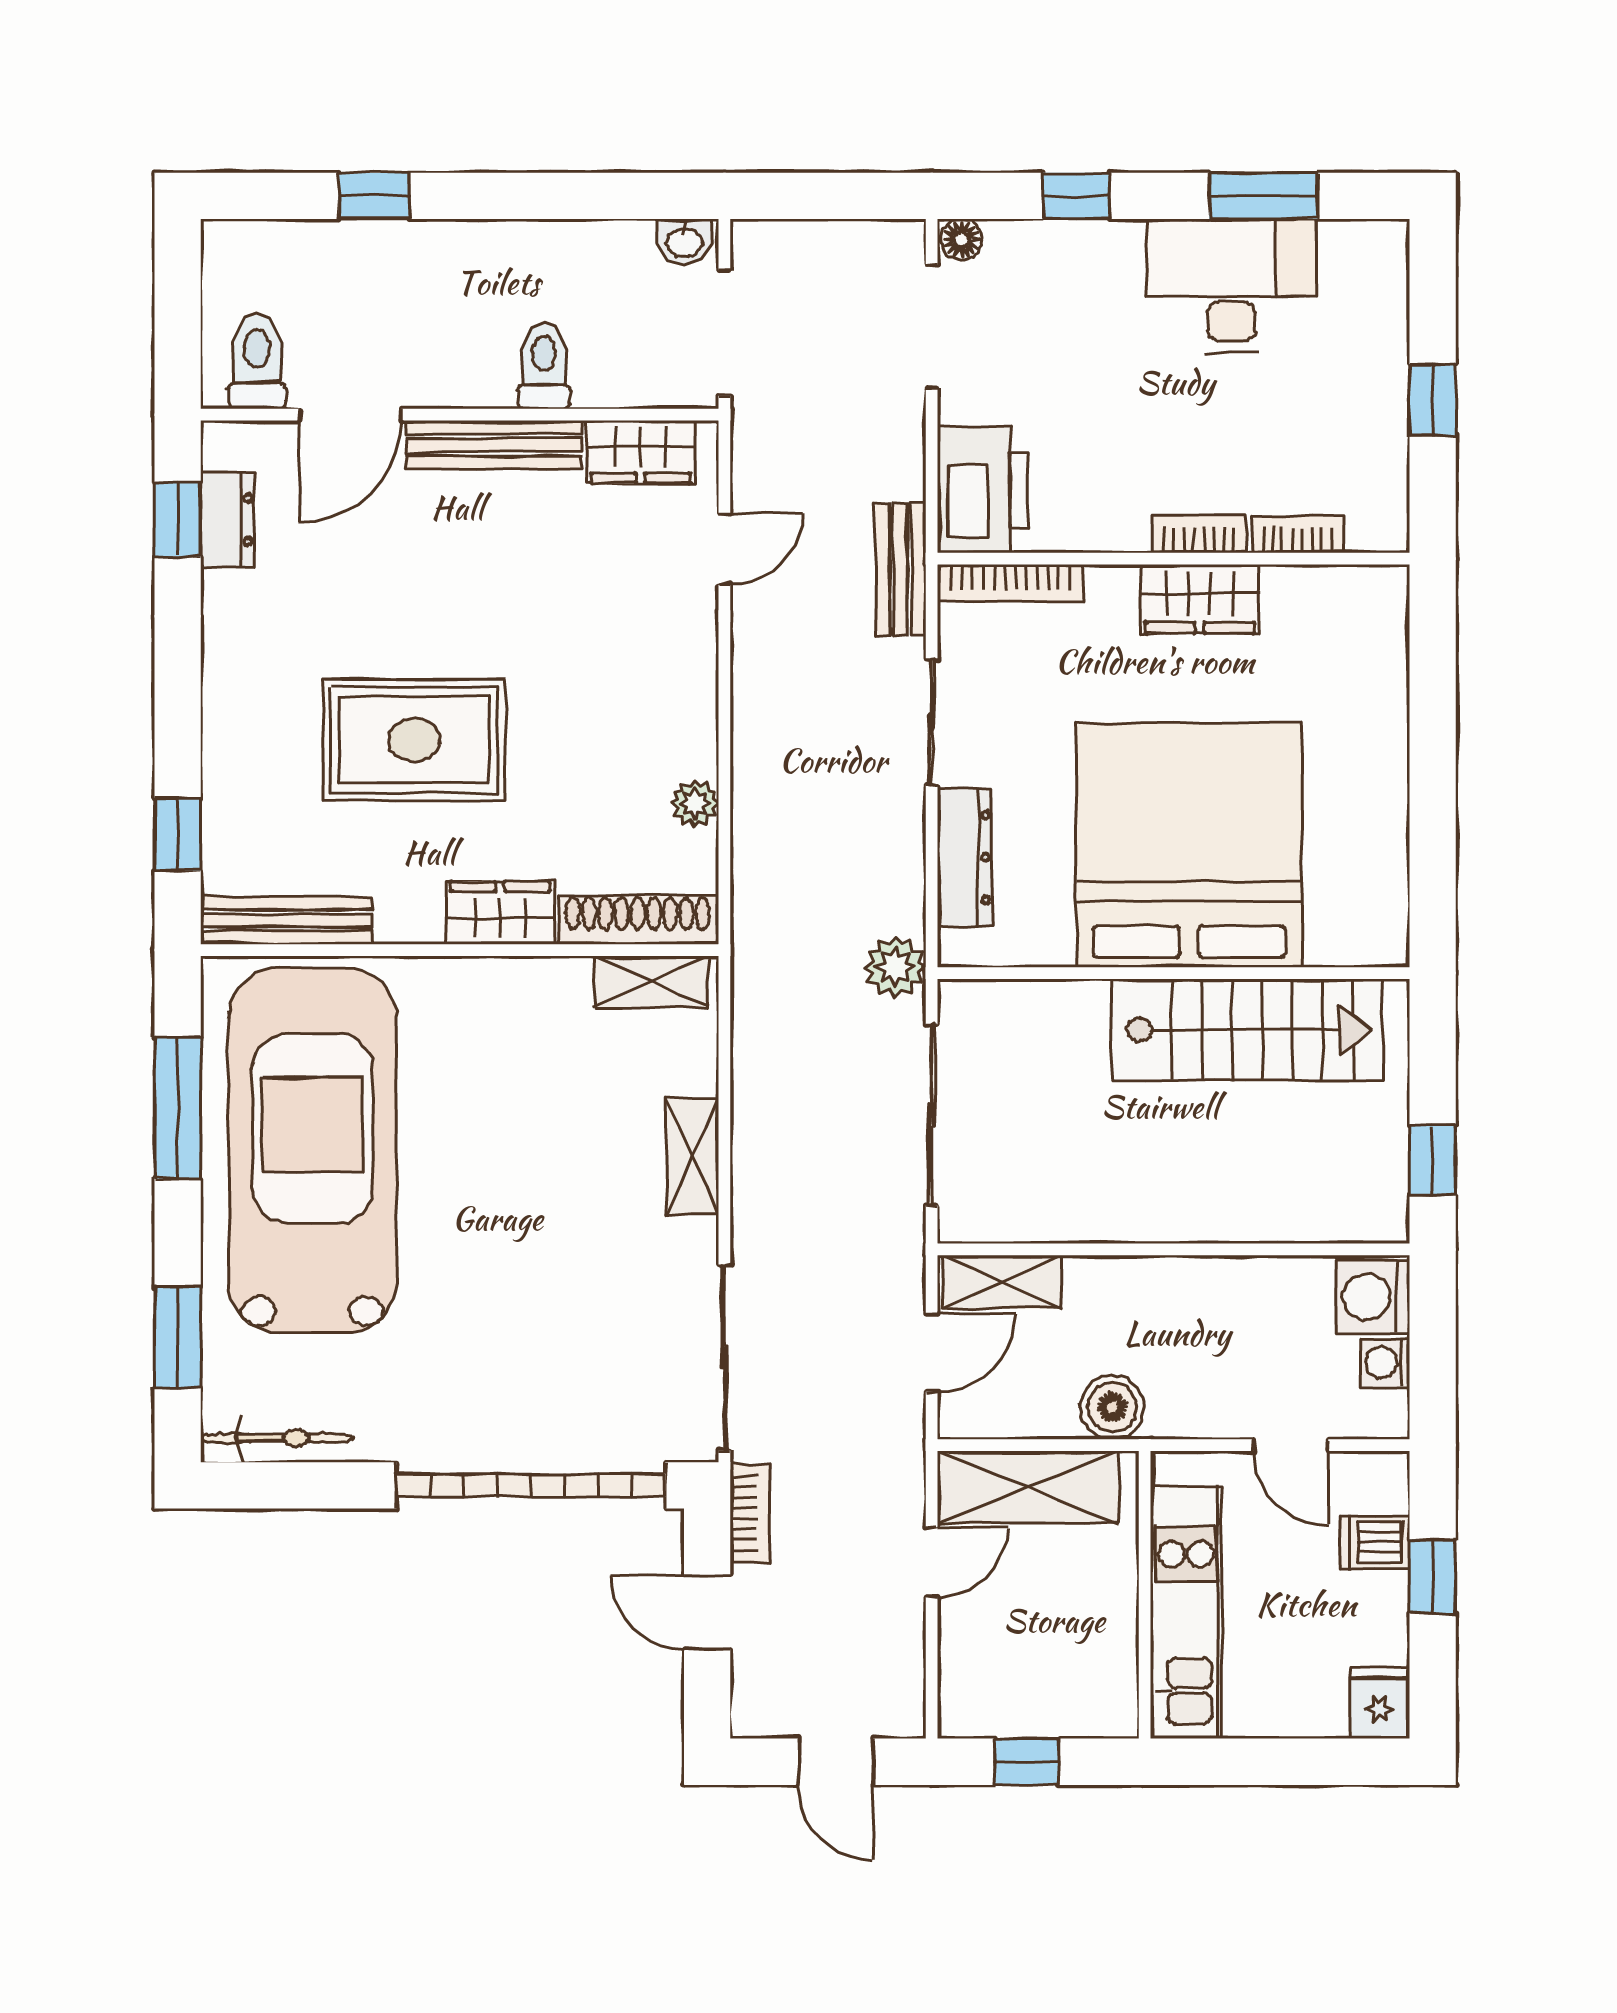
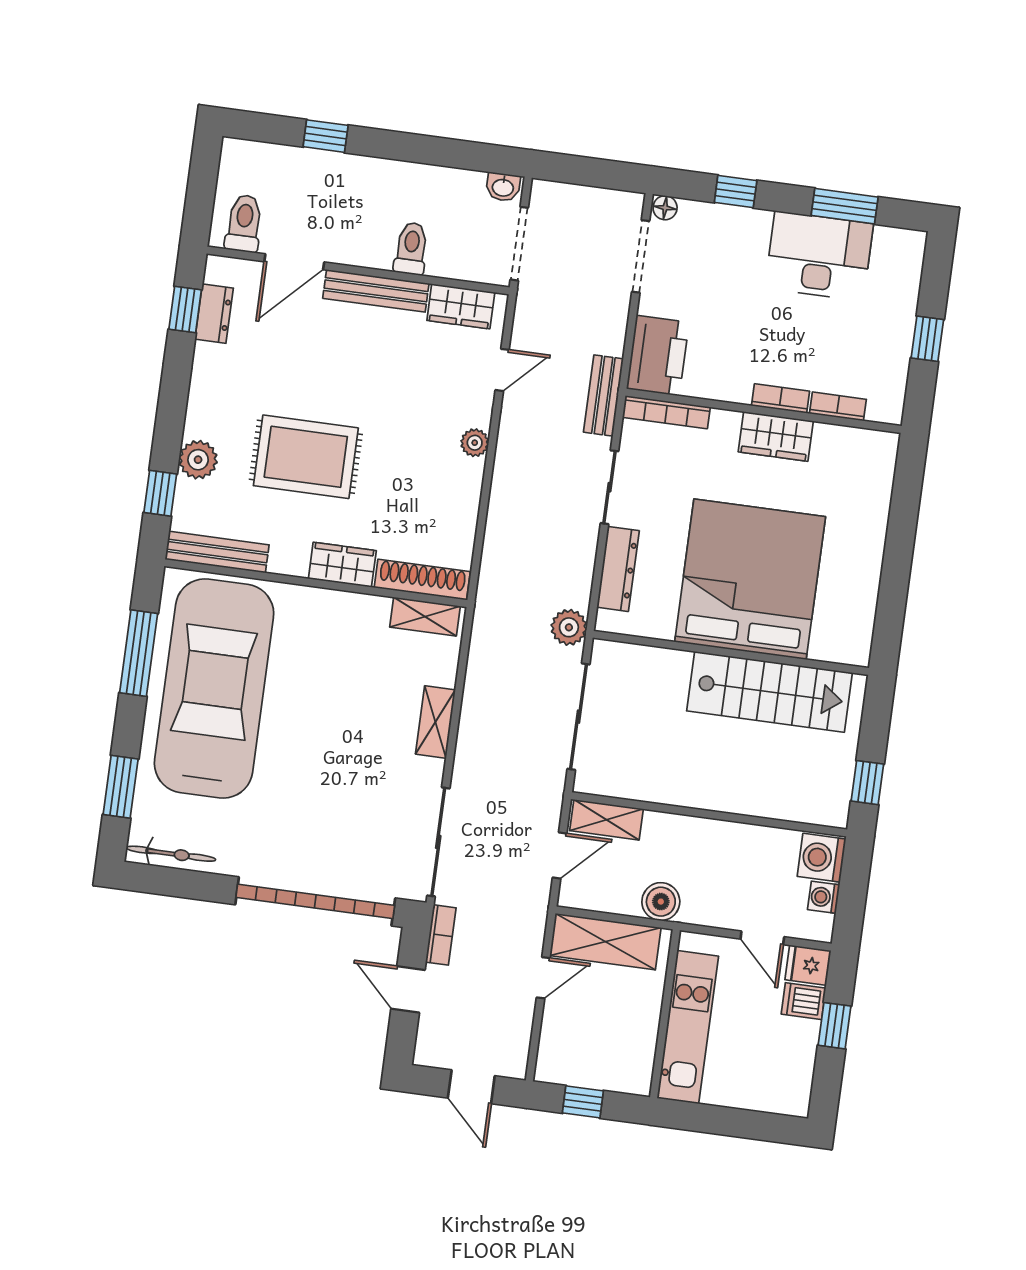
plant: (234, 769) -> (198, 460), added
plant: (695, 804) -> (475, 443), moved
fridge: (1380, 1703) -> (808, 965), moved, turned -90

